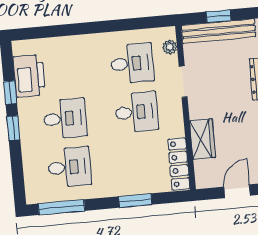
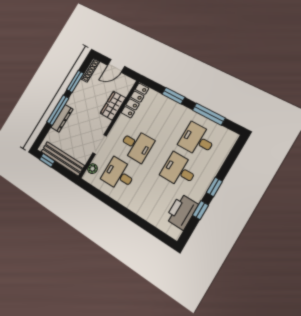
window: (219, 16) -> (47, 160), moved
desk: (136, 112) -> (136, 145), turned 180
window: (62, 207) -> (209, 114), moved

